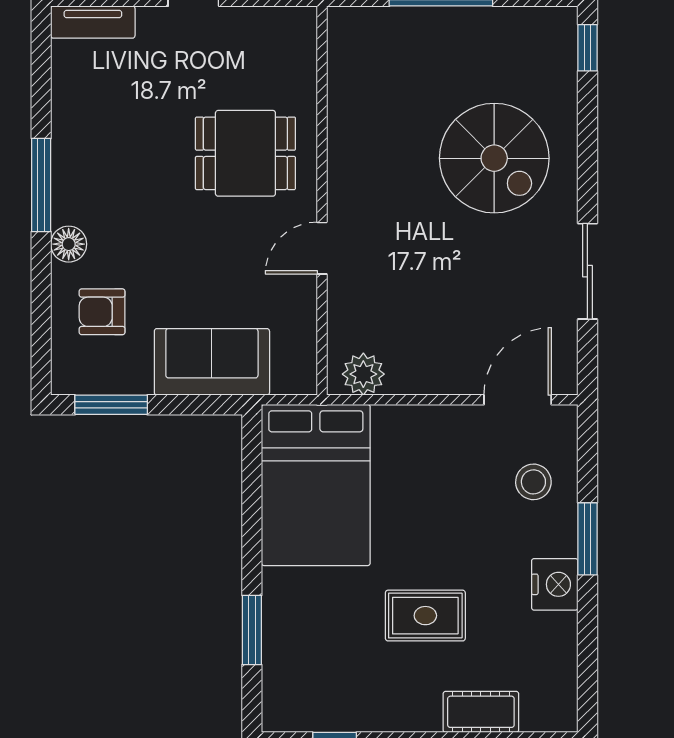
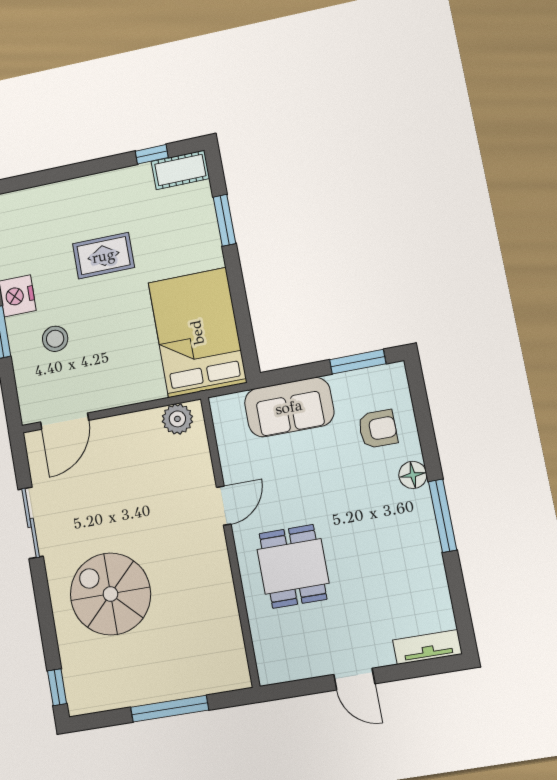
dining table: (245, 153) -> (293, 566), turned 90
stool: (533, 482) -> (55, 339), moved
cot: (481, 712) -> (180, 170), moved

